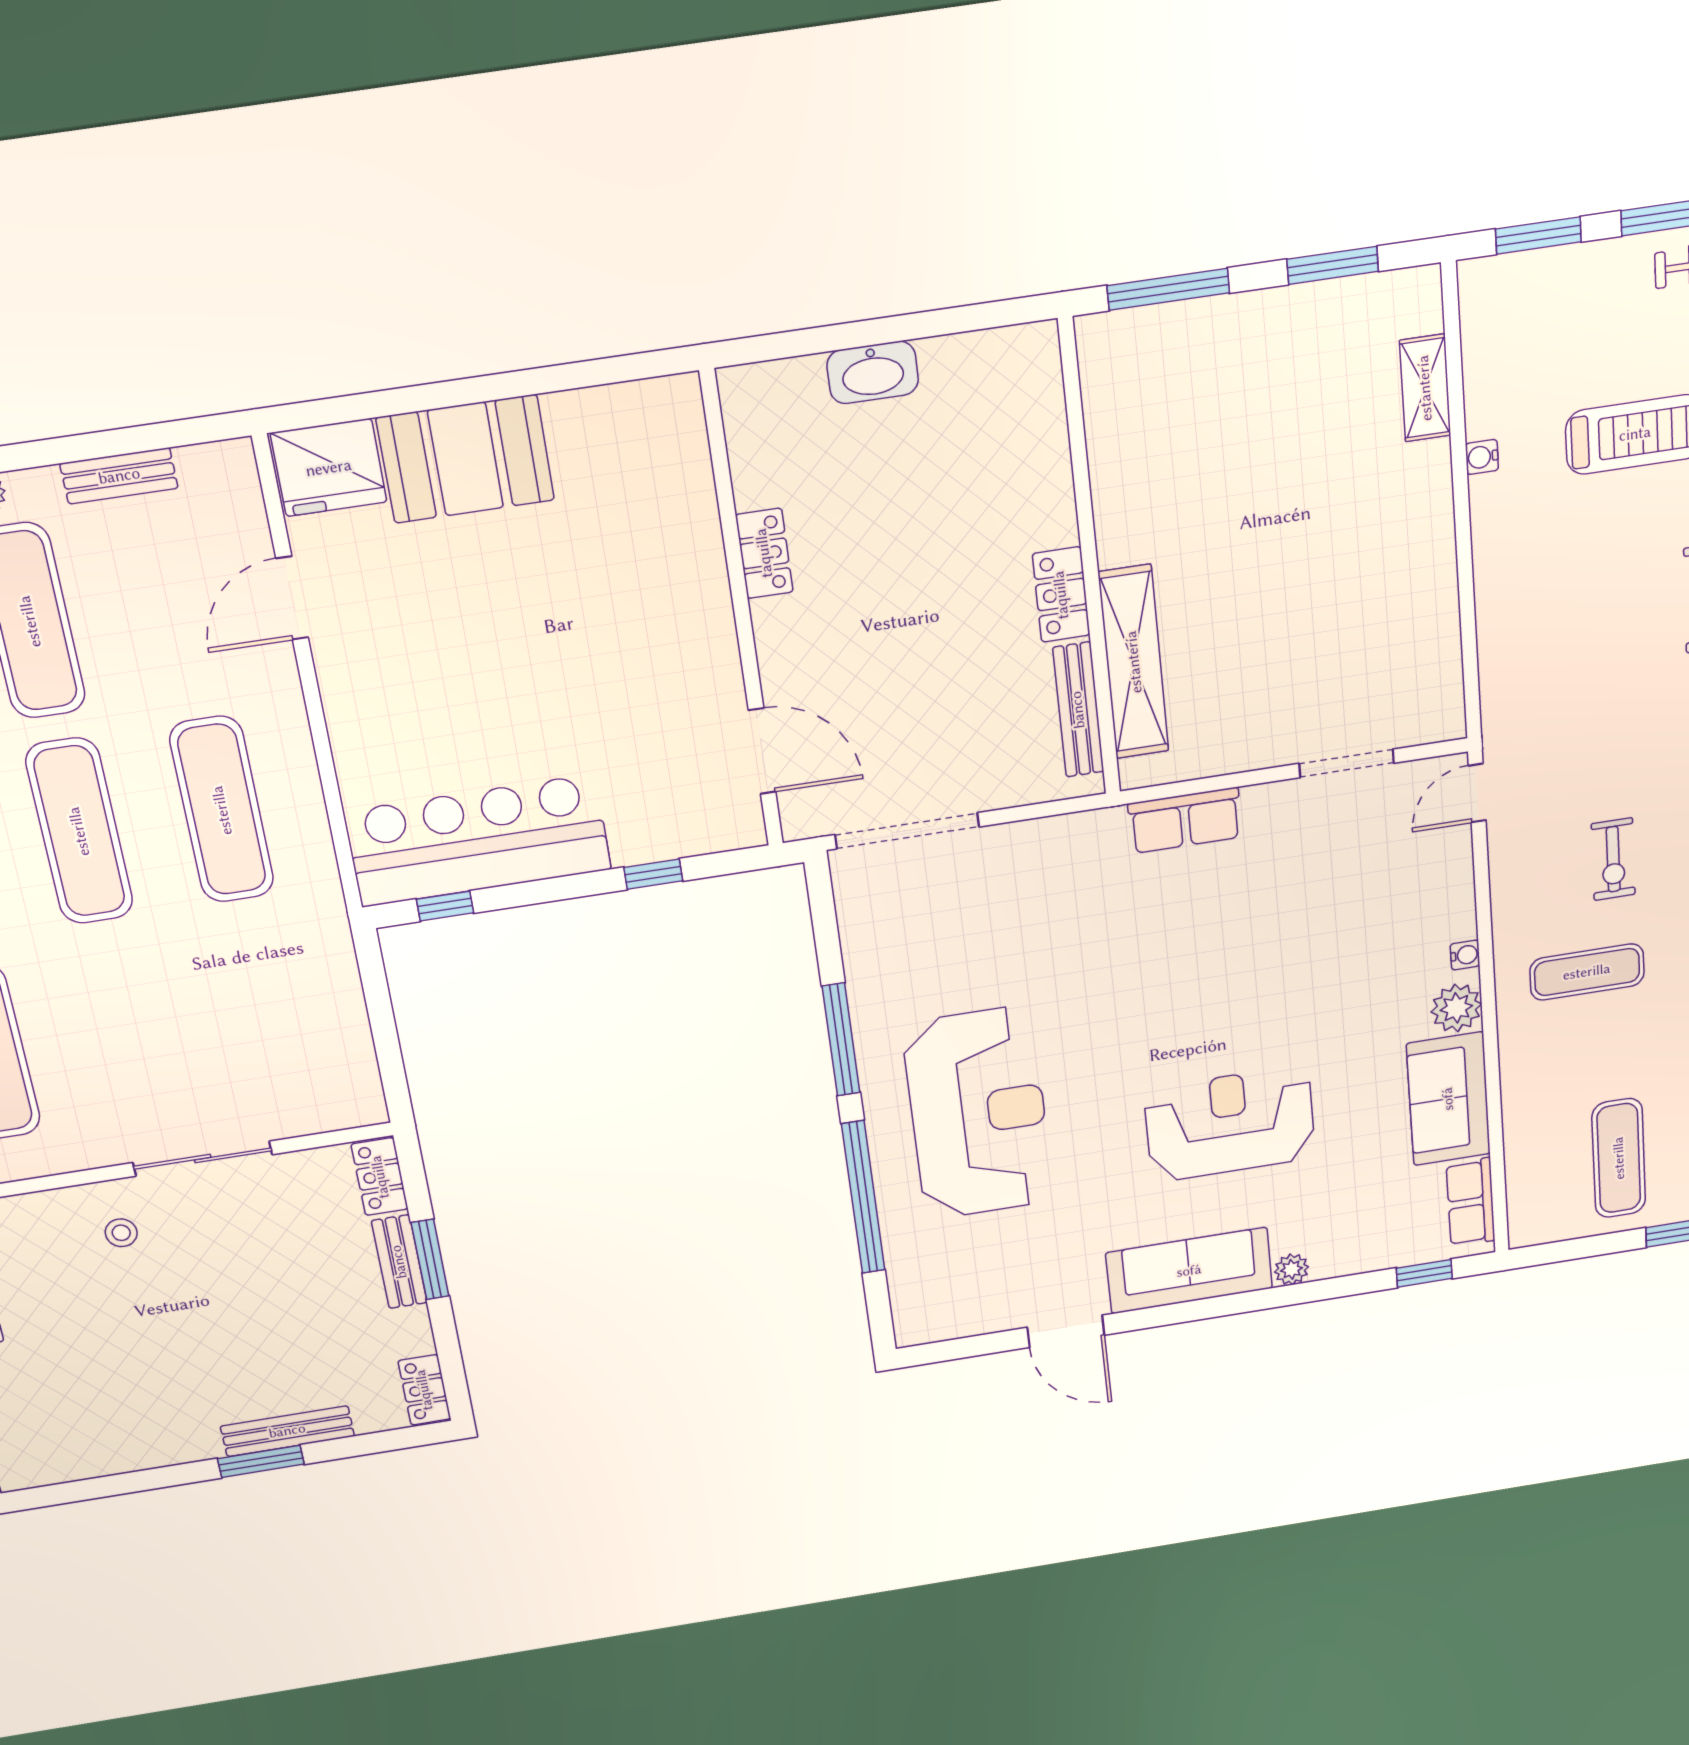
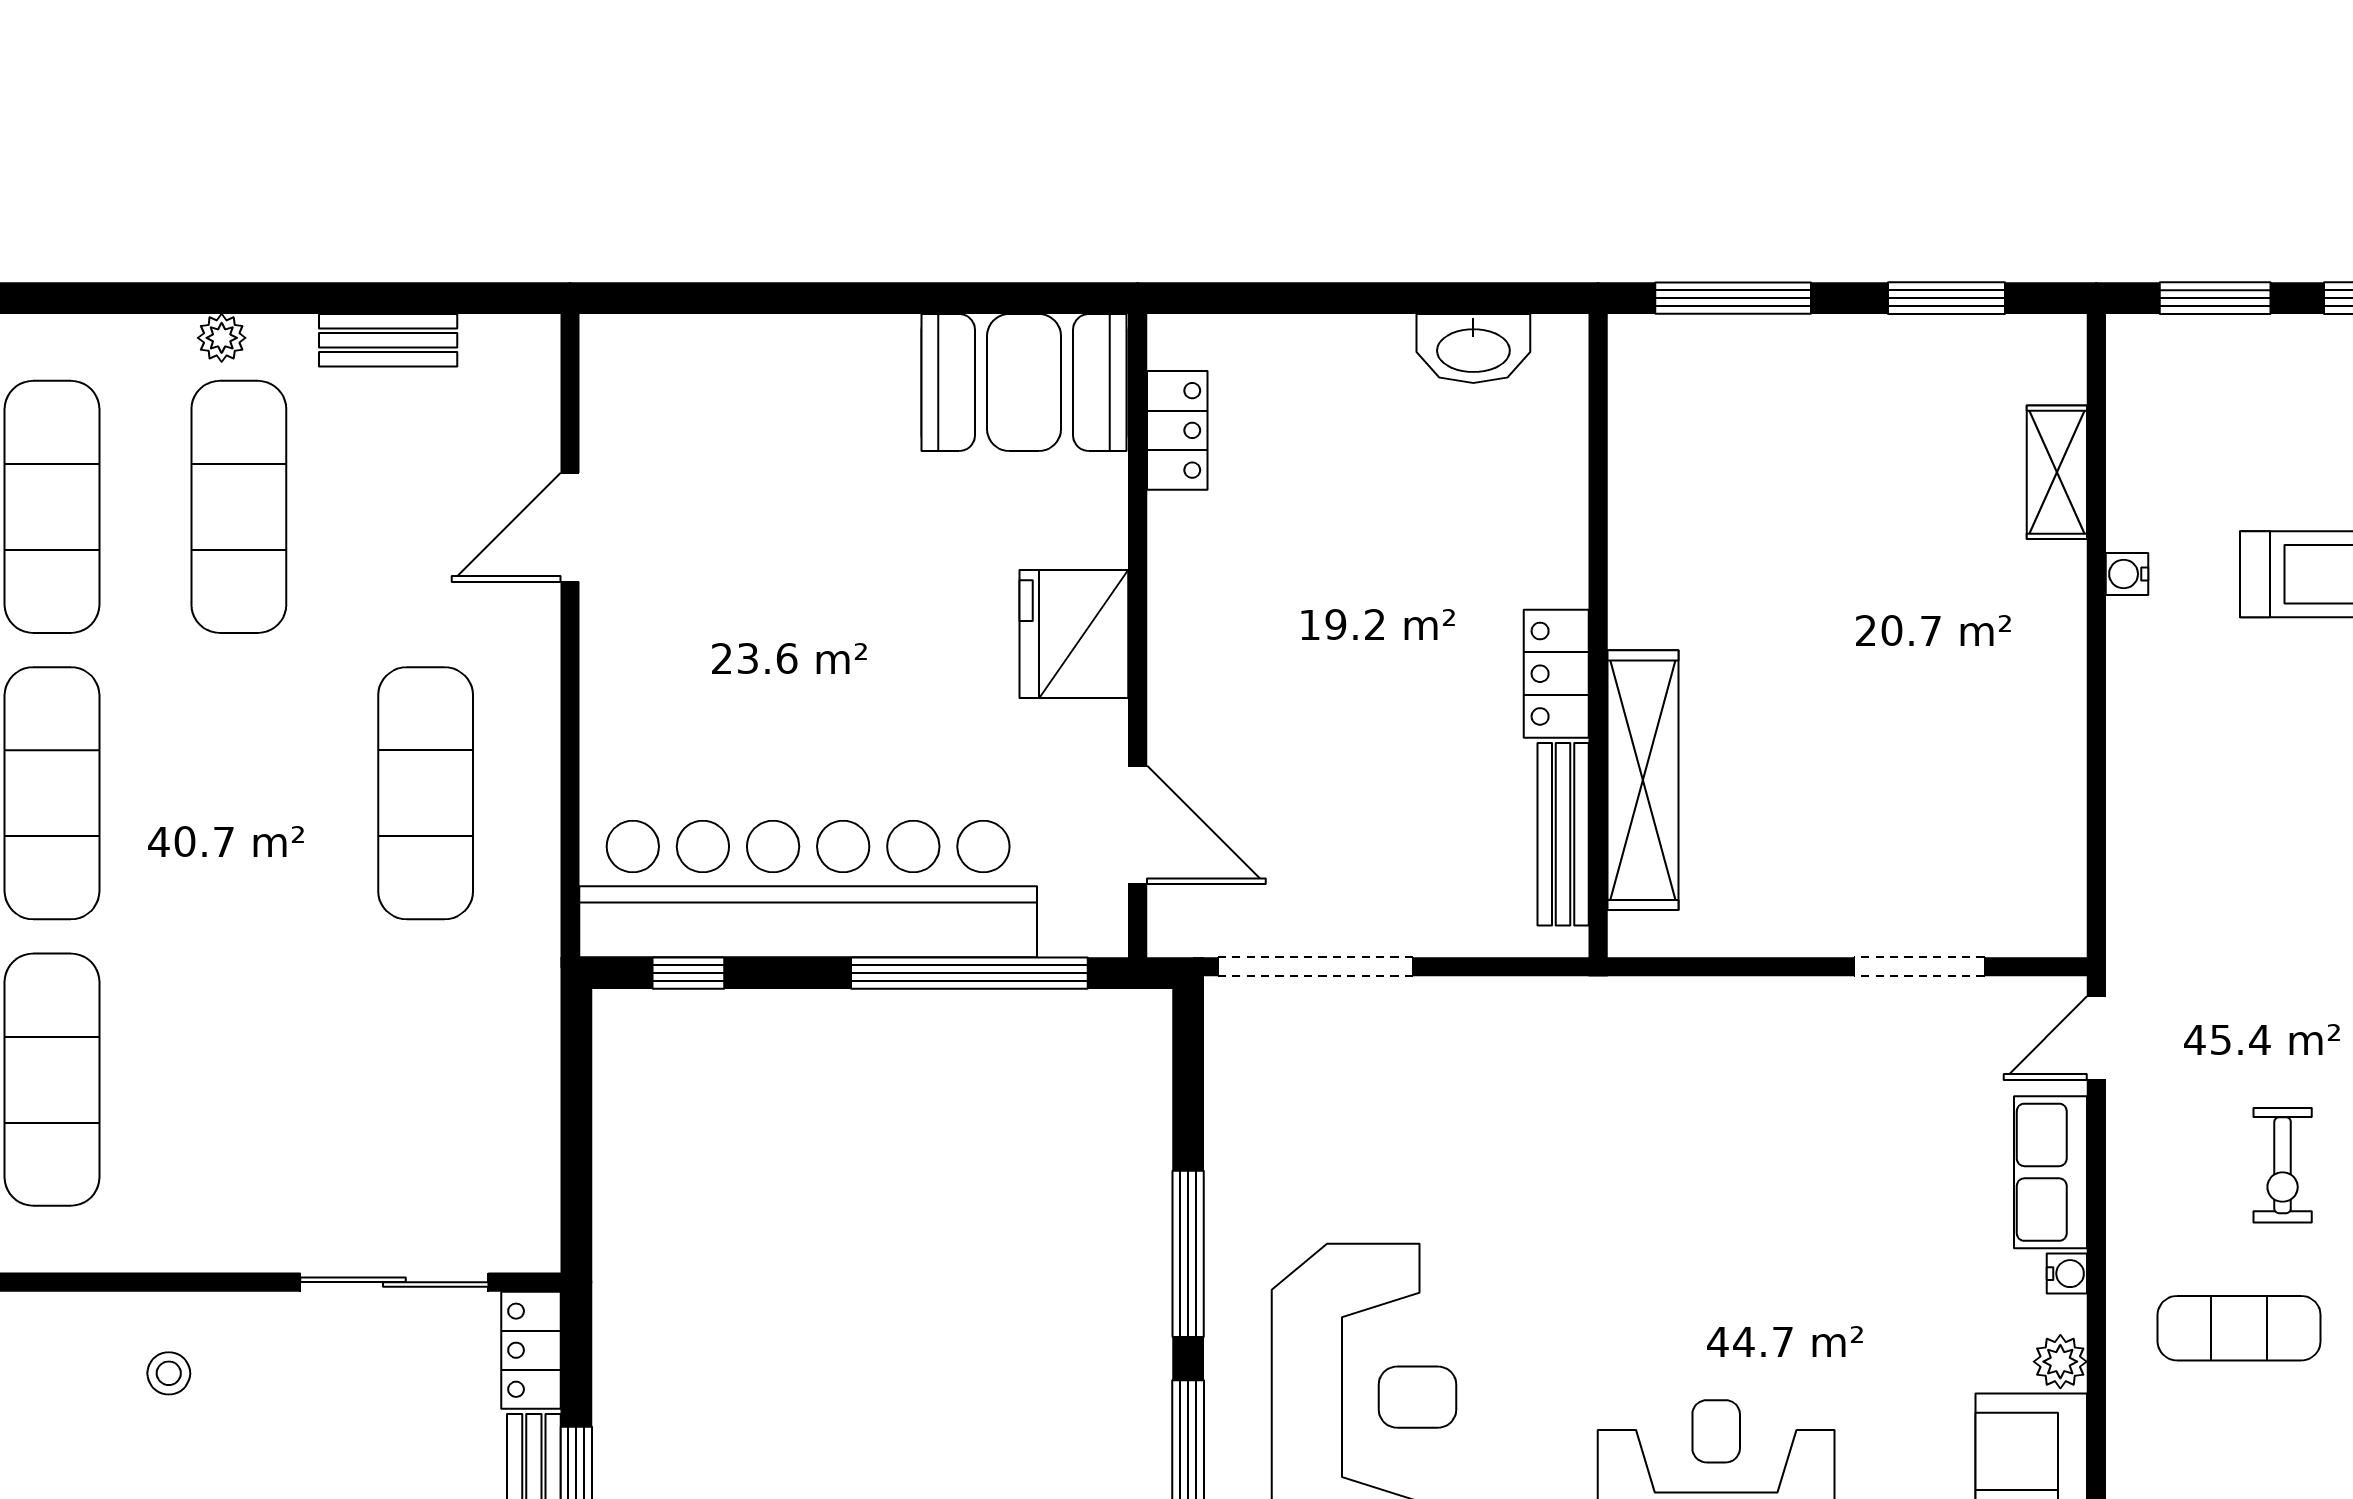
washbasin: (873, 372) -> (1473, 349), moved
booth: (465, 459) -> (1024, 383), moved
fridge: (329, 468) -> (1074, 634), moved, turned 90
locker: (764, 553) -> (1177, 430), moved
row of seats: (1185, 820) -> (2051, 1172), moved, turned 90
exercise mat: (79, 831) -> (239, 793), removed
bar counter: (478, 841) -> (808, 889), width x1.36
window: (653, 874) -> (969, 973), width x3.17
plant: (1456, 1008) -> (2060, 1362), width x0.73, depth x0.73
sliding door: (203, 1159) -> (394, 1282), moved

